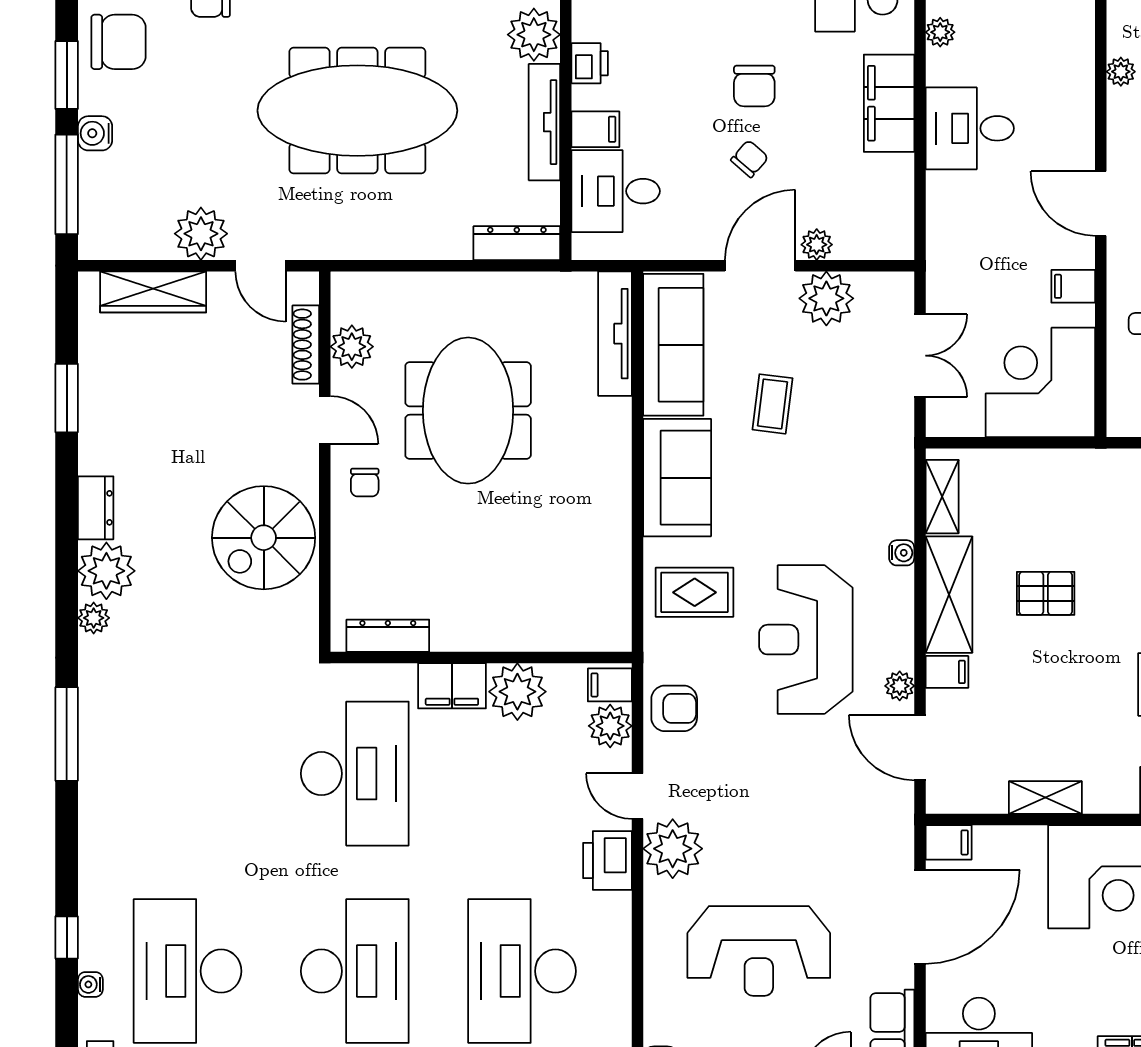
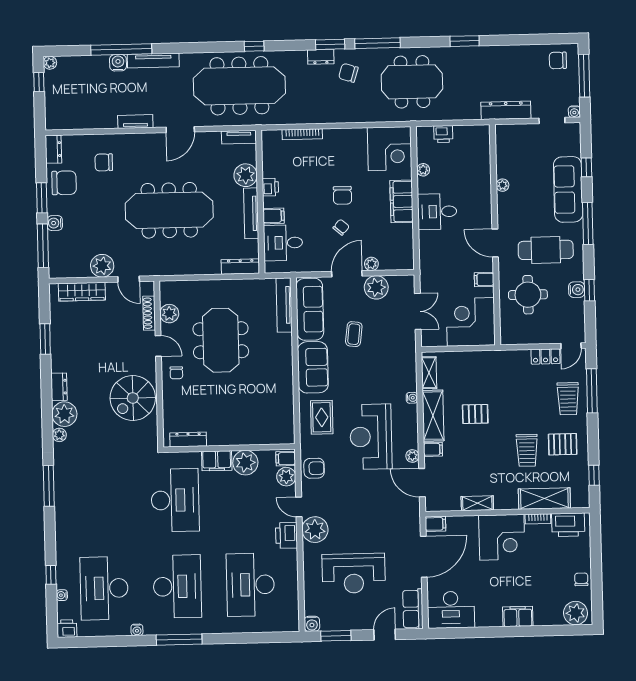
rug: (695, 592) -> (322, 417), turned 90

